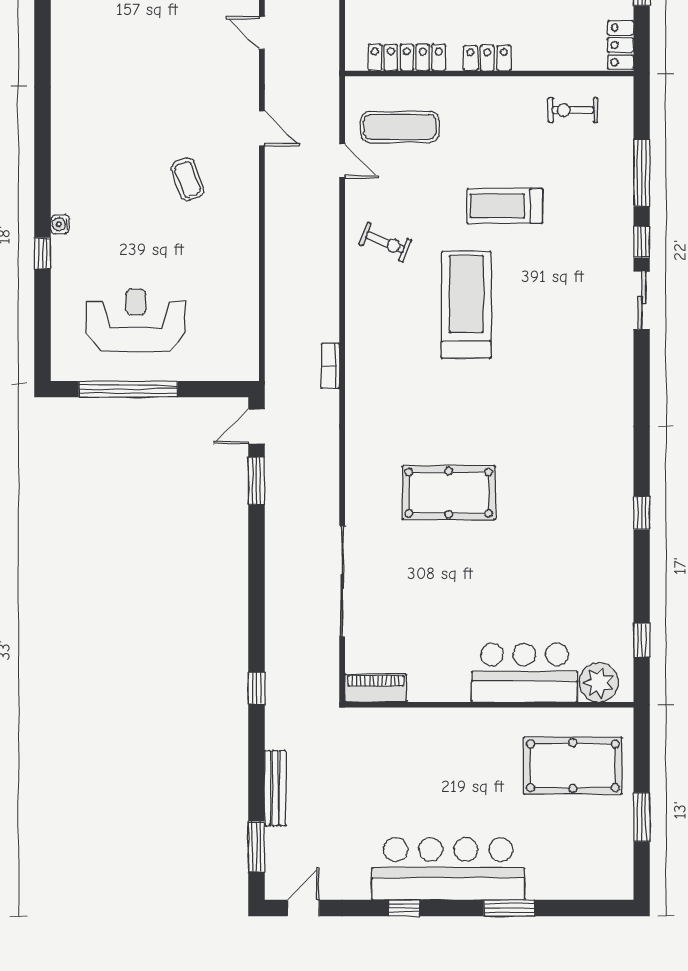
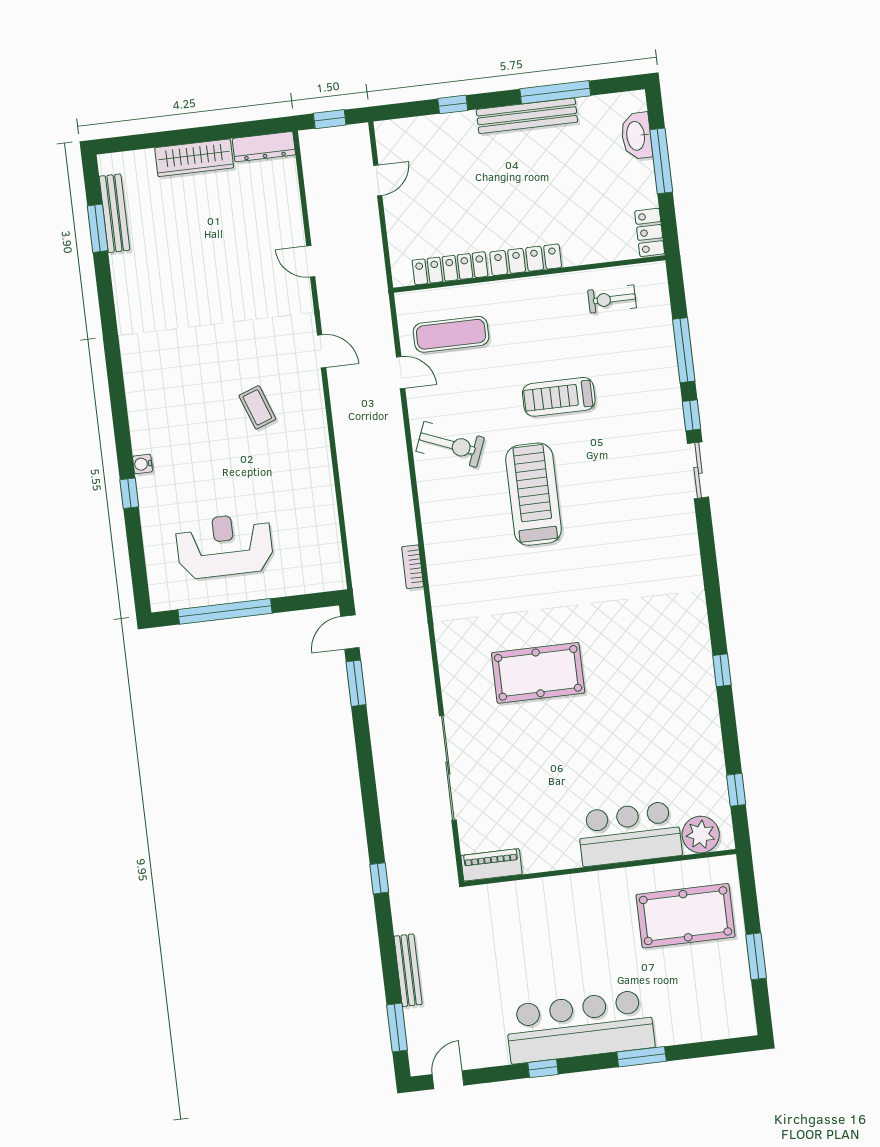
locker: (487, 58) -> (526, 260), width x1.53
exercise bike: (385, 242) -> (450, 444), width x1.38, depth x1.39

